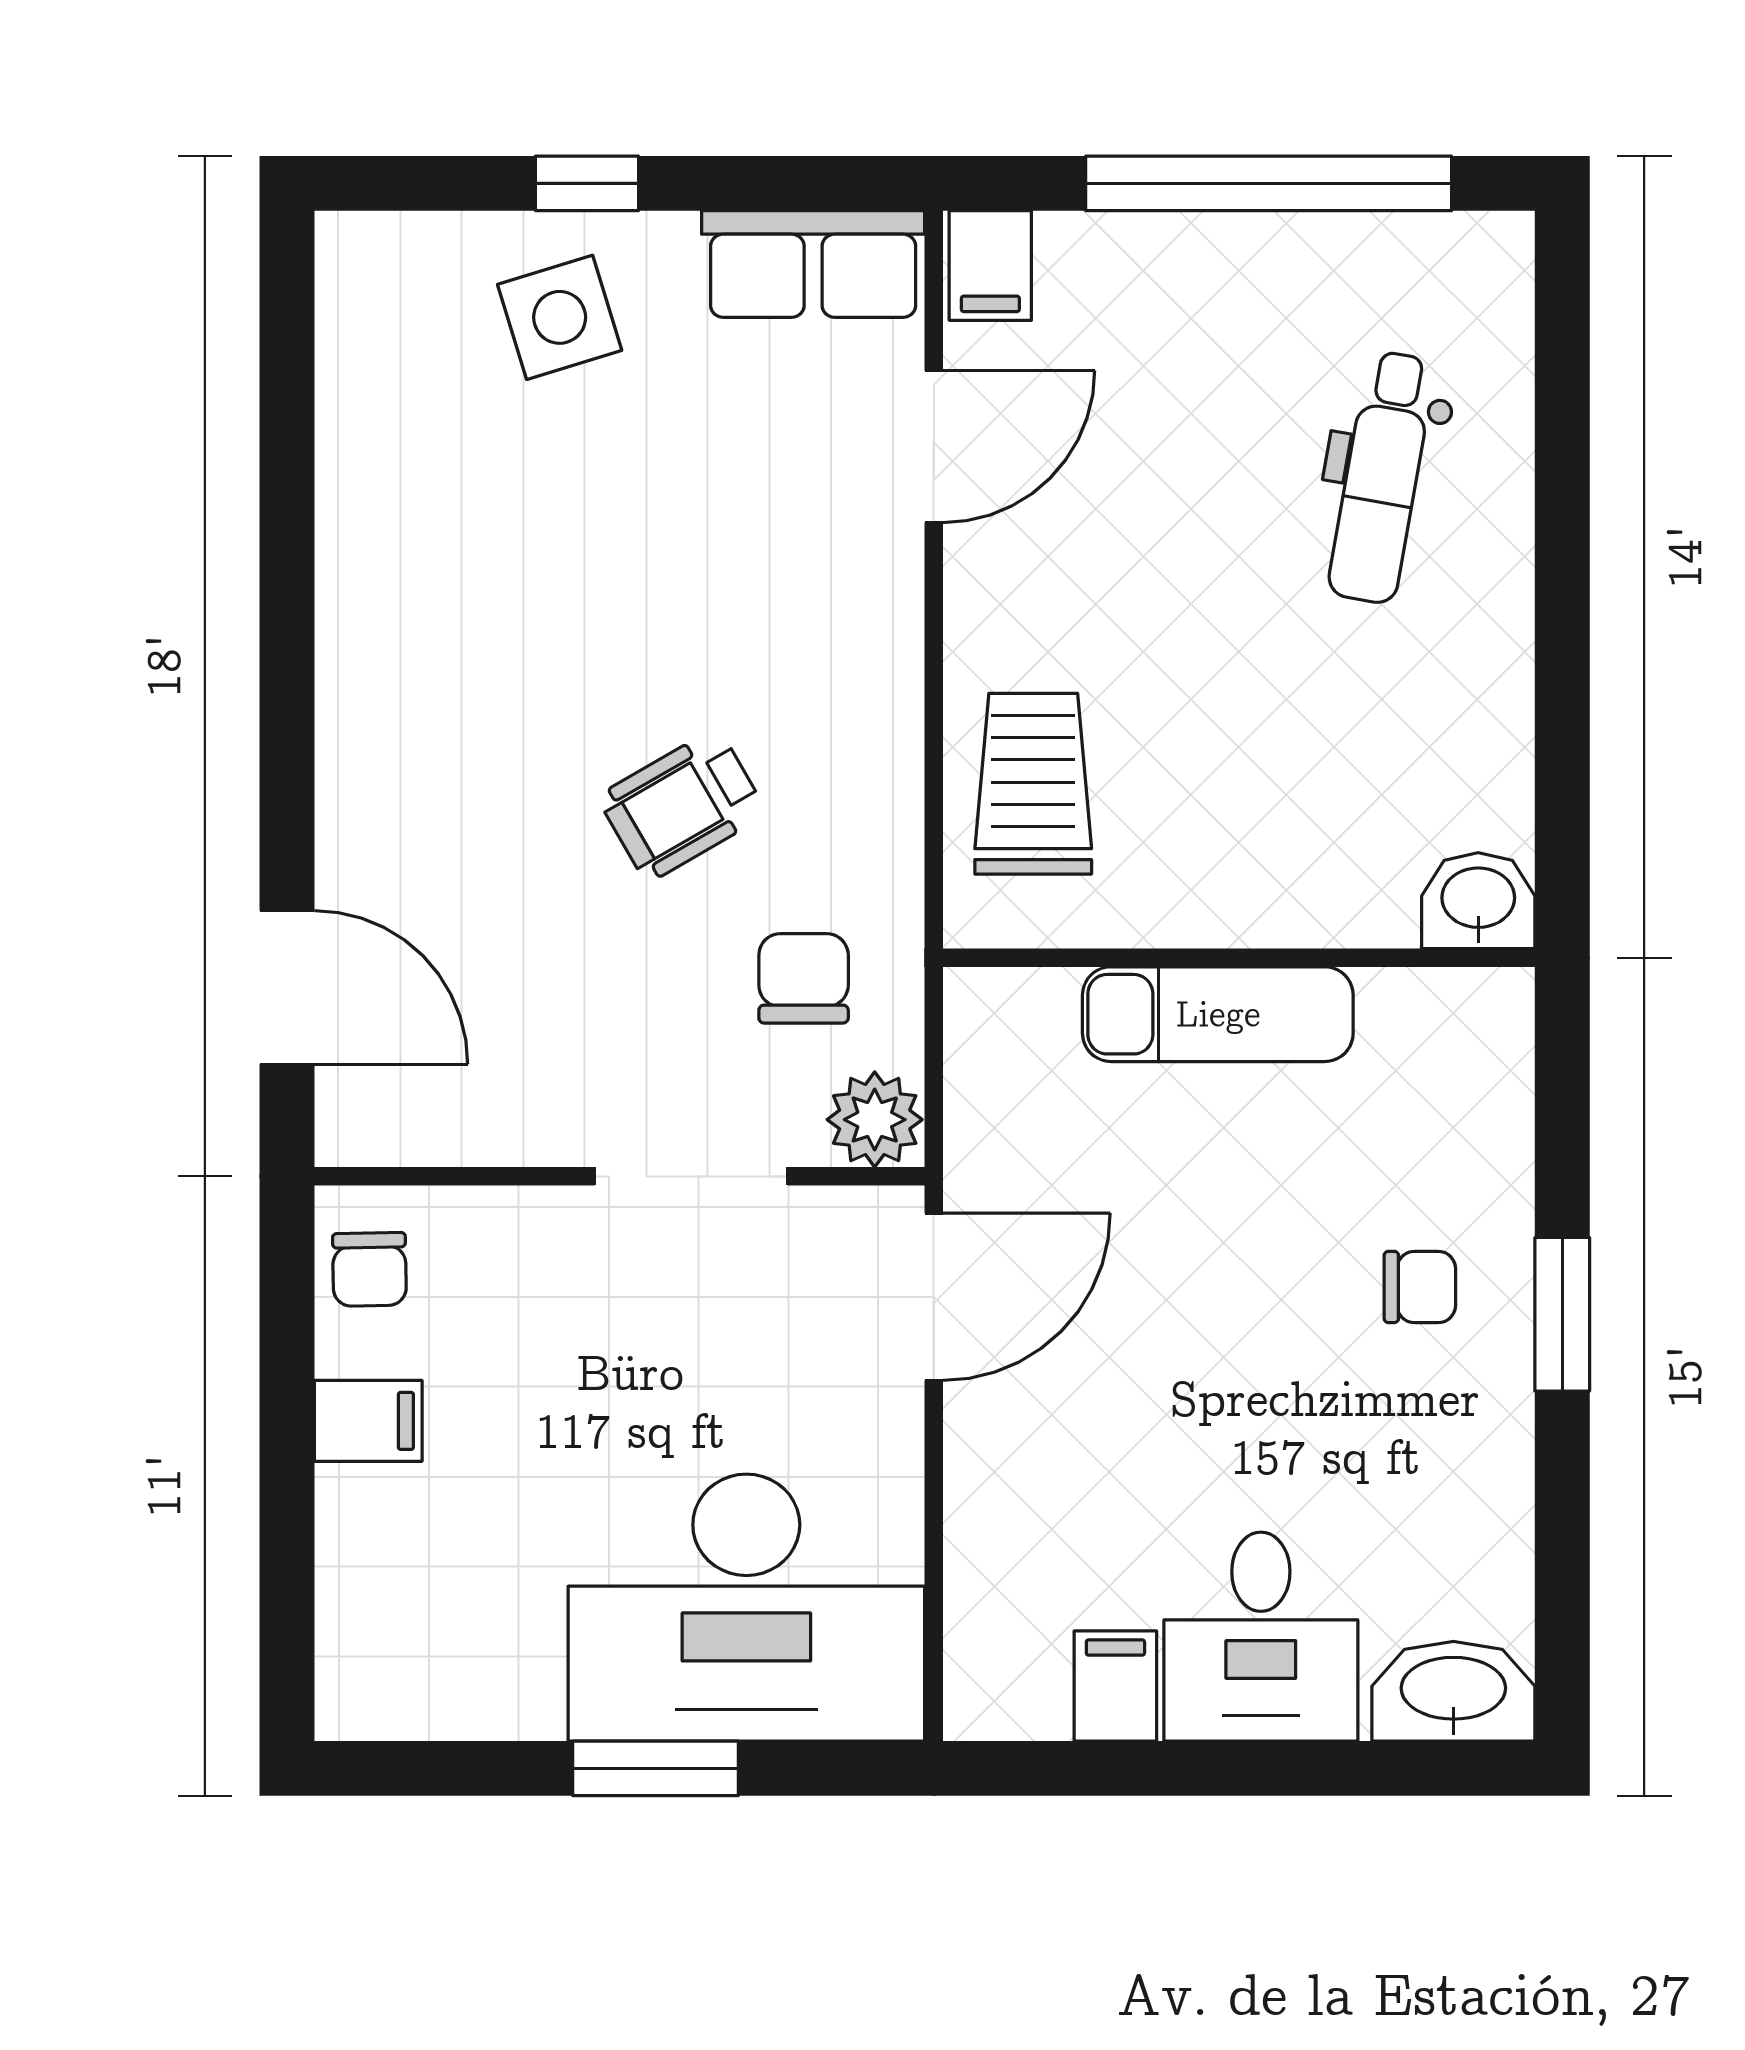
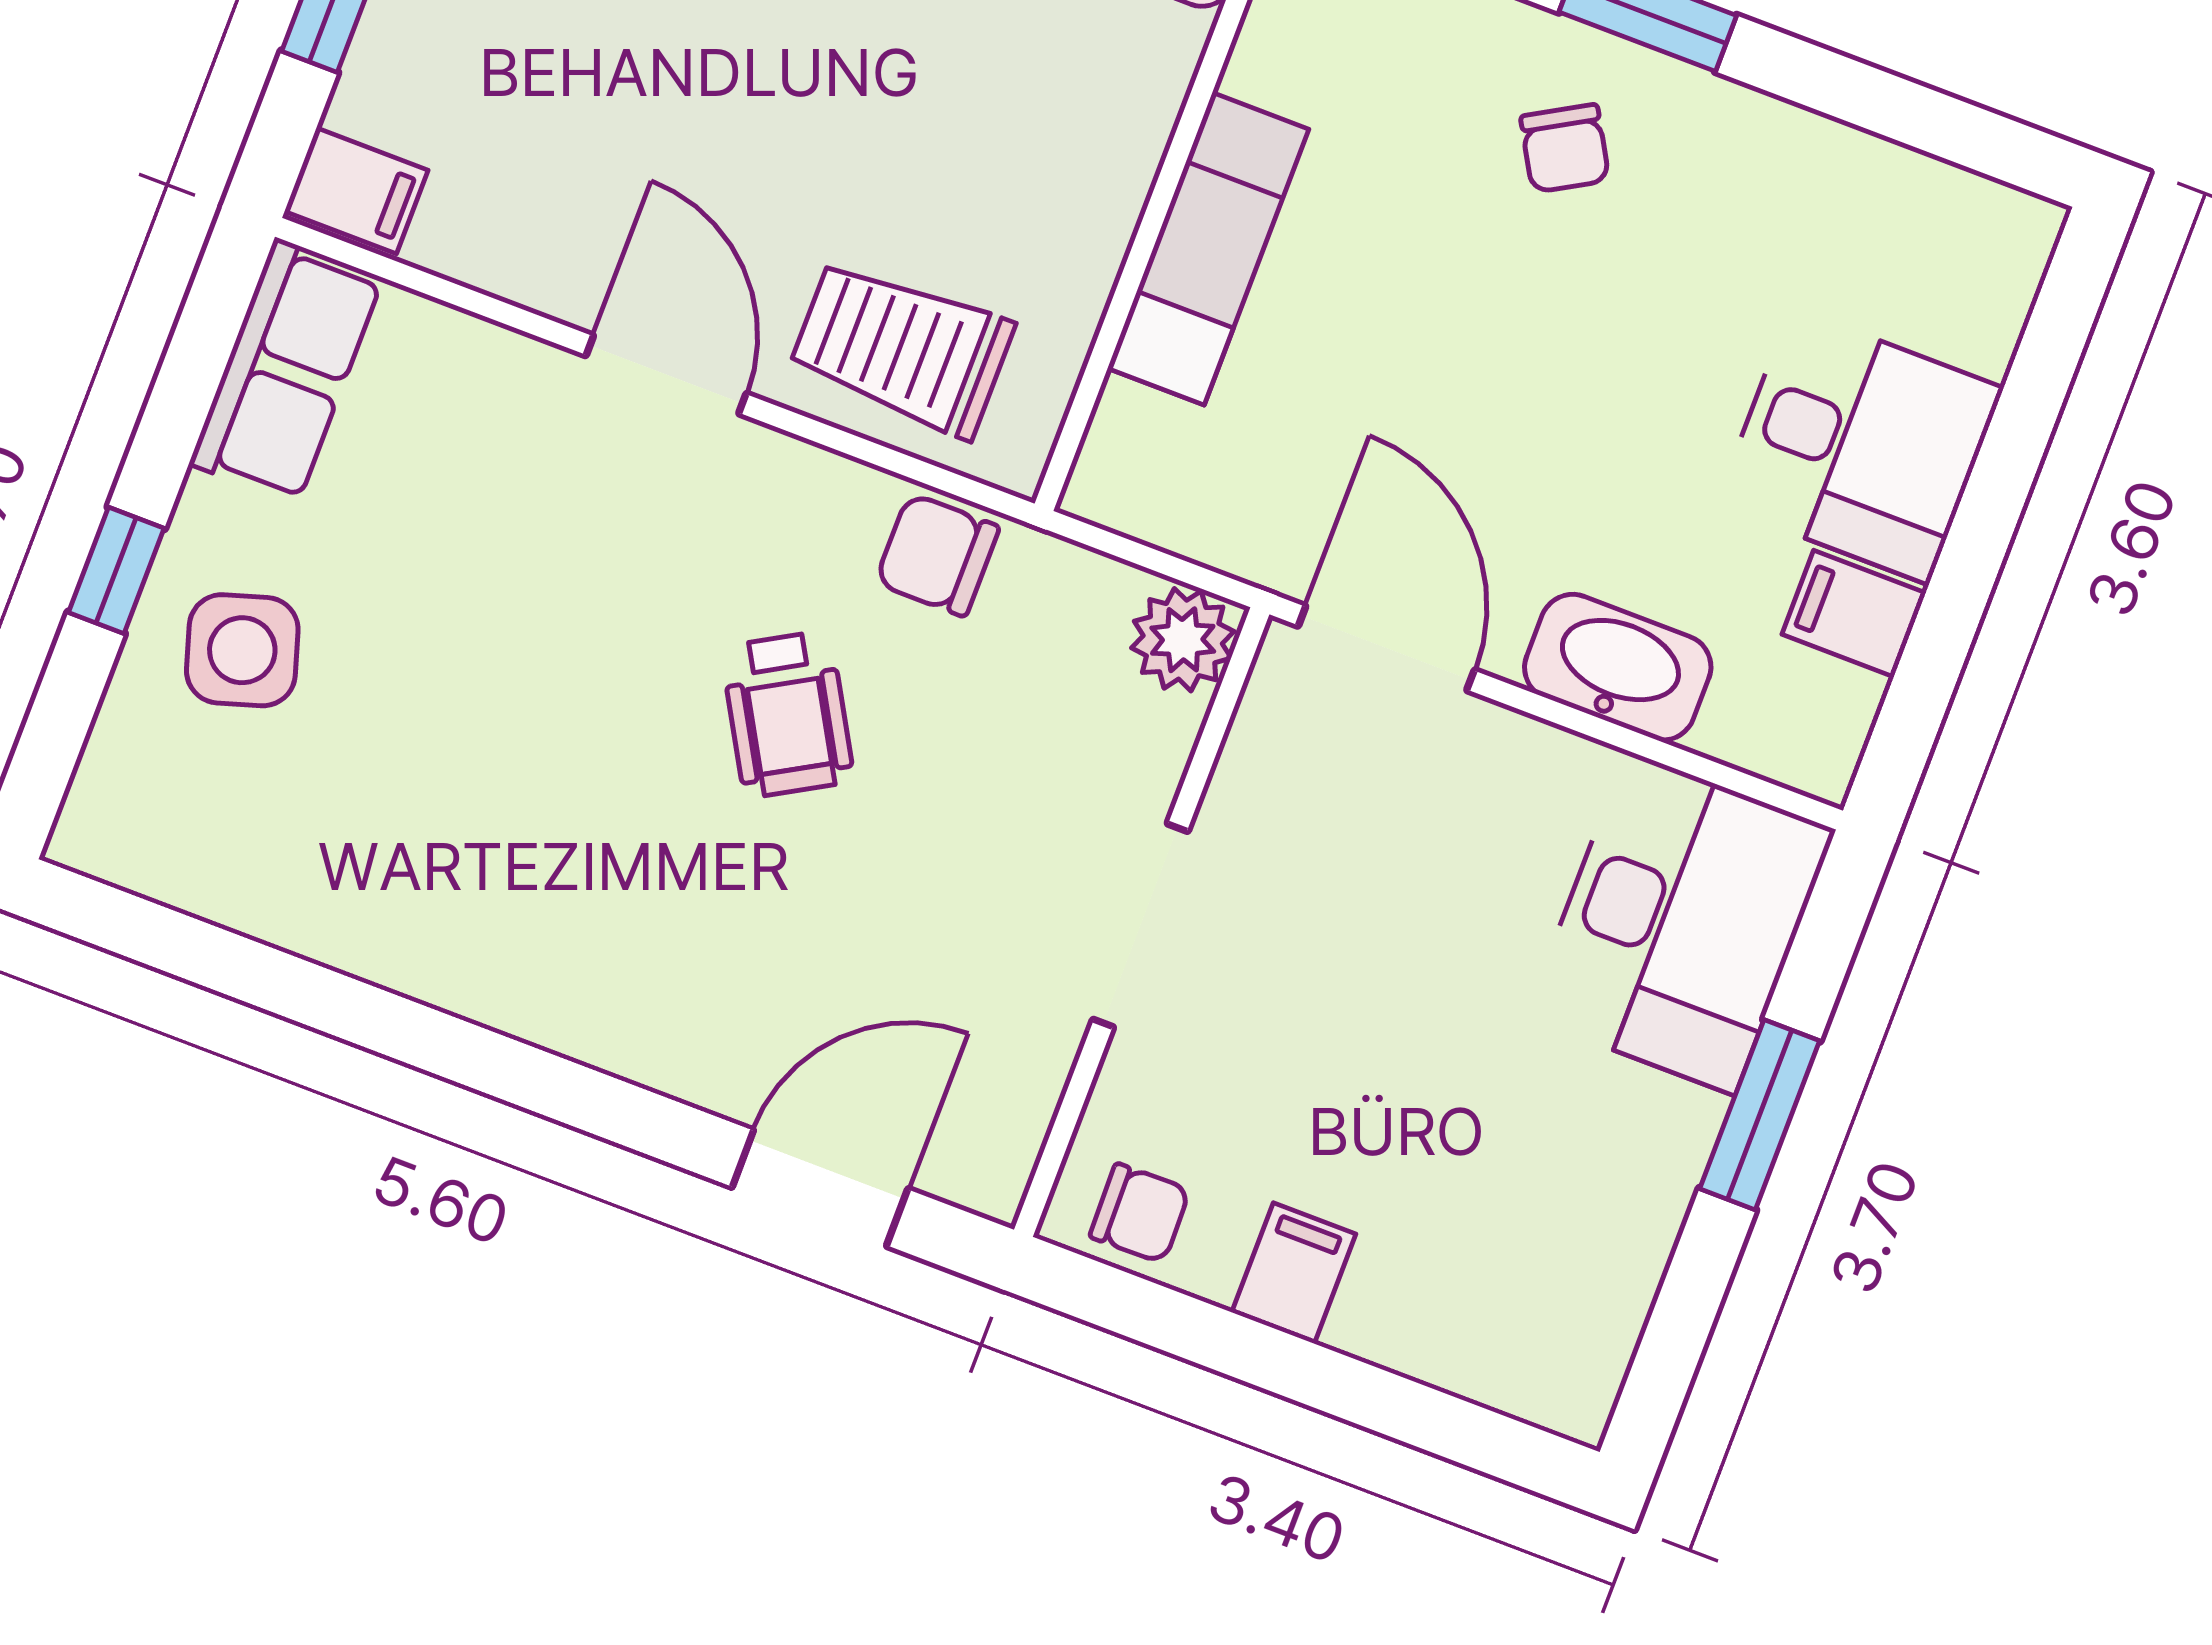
door: (934, 447) -> (666, 375), moved
chair: (804, 978) -> (937, 555), moved
doorway: (691, 1176) -> (1140, 925), moved
chair: (1420, 1287) -> (1565, 148), turned 150
desk: (746, 1608) -> (1681, 923), width x0.73, depth x0.77
washbasin: (1453, 1691) -> (1618, 667), moved, turned 90

